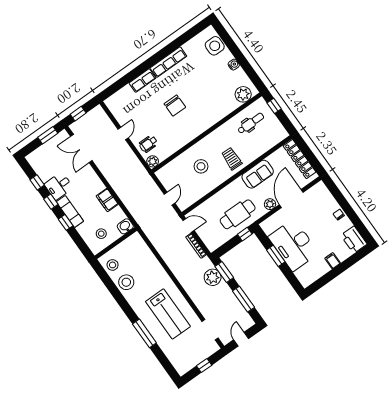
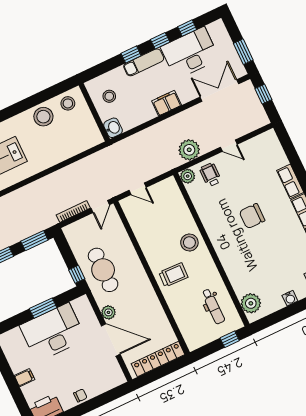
stool: (201, 166) -> (189, 242), moved
sofa: (258, 174) -> (148, 304), removed
desk: (59, 186) -> (190, 53), width x1.87, depth x1.30
filing cabinet: (107, 200) -> (167, 103), moved
plant: (213, 277) -> (189, 150), moved

